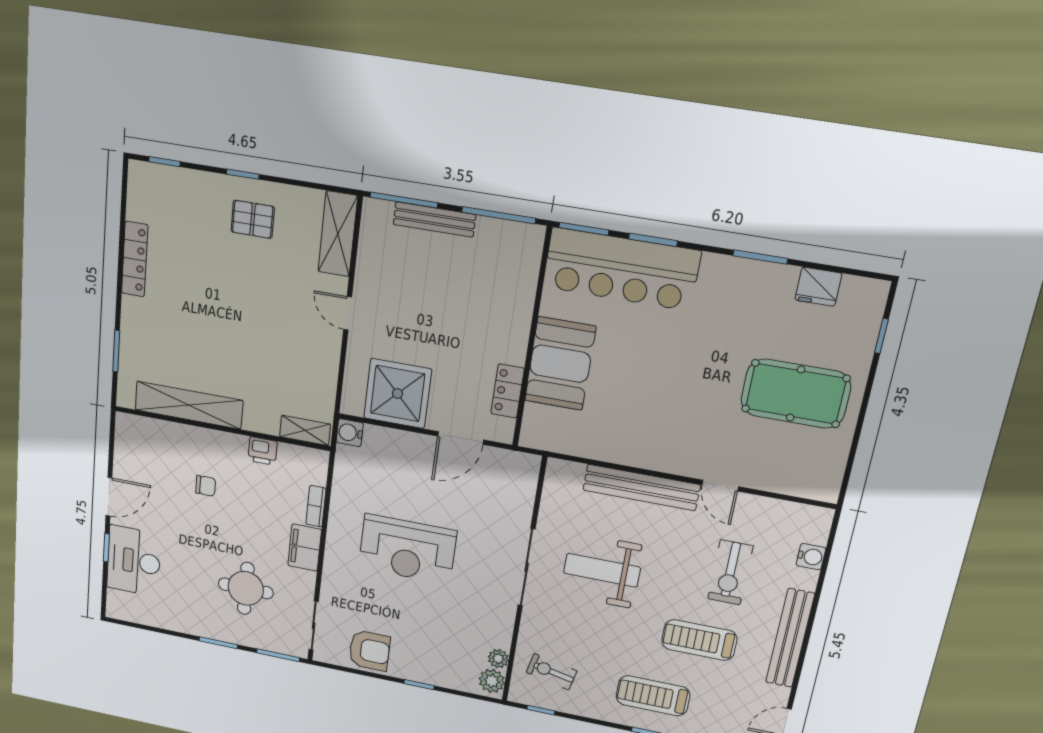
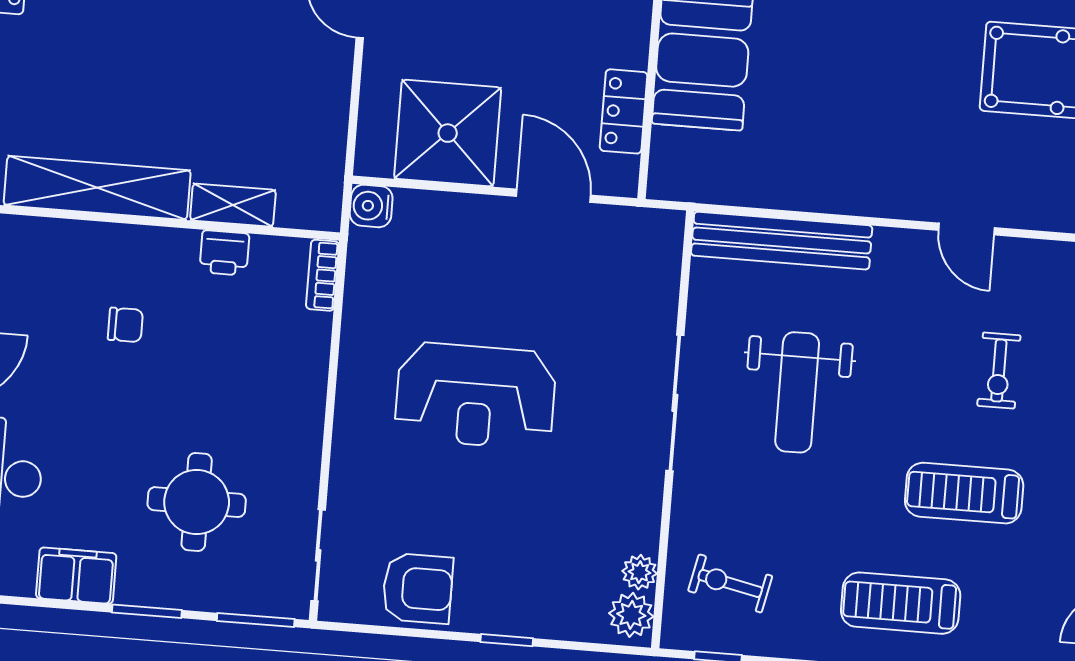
shelving: (305, 430) -> (233, 205), moved
door: (461, 438) -> (553, 196), swing flipped
bench: (641, 487) -> (782, 241), moved
bookcase: (316, 506) -> (323, 275), moved
filing cabinet: (305, 548) -> (76, 576), moved, turned 90
weight bench: (602, 570) -> (797, 392), turned -90
exercise bike: (730, 572) -> (999, 371), width x0.73, depth x0.72

